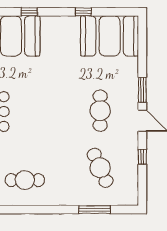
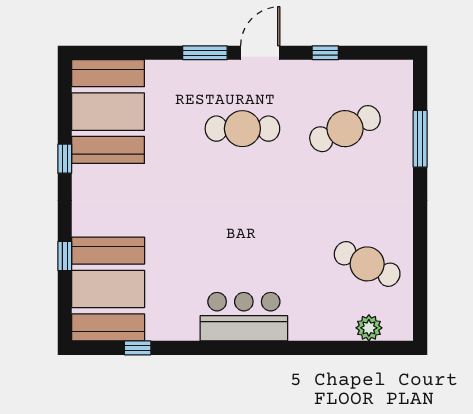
cafe table: (25, 180) -> (367, 264), turned -64

